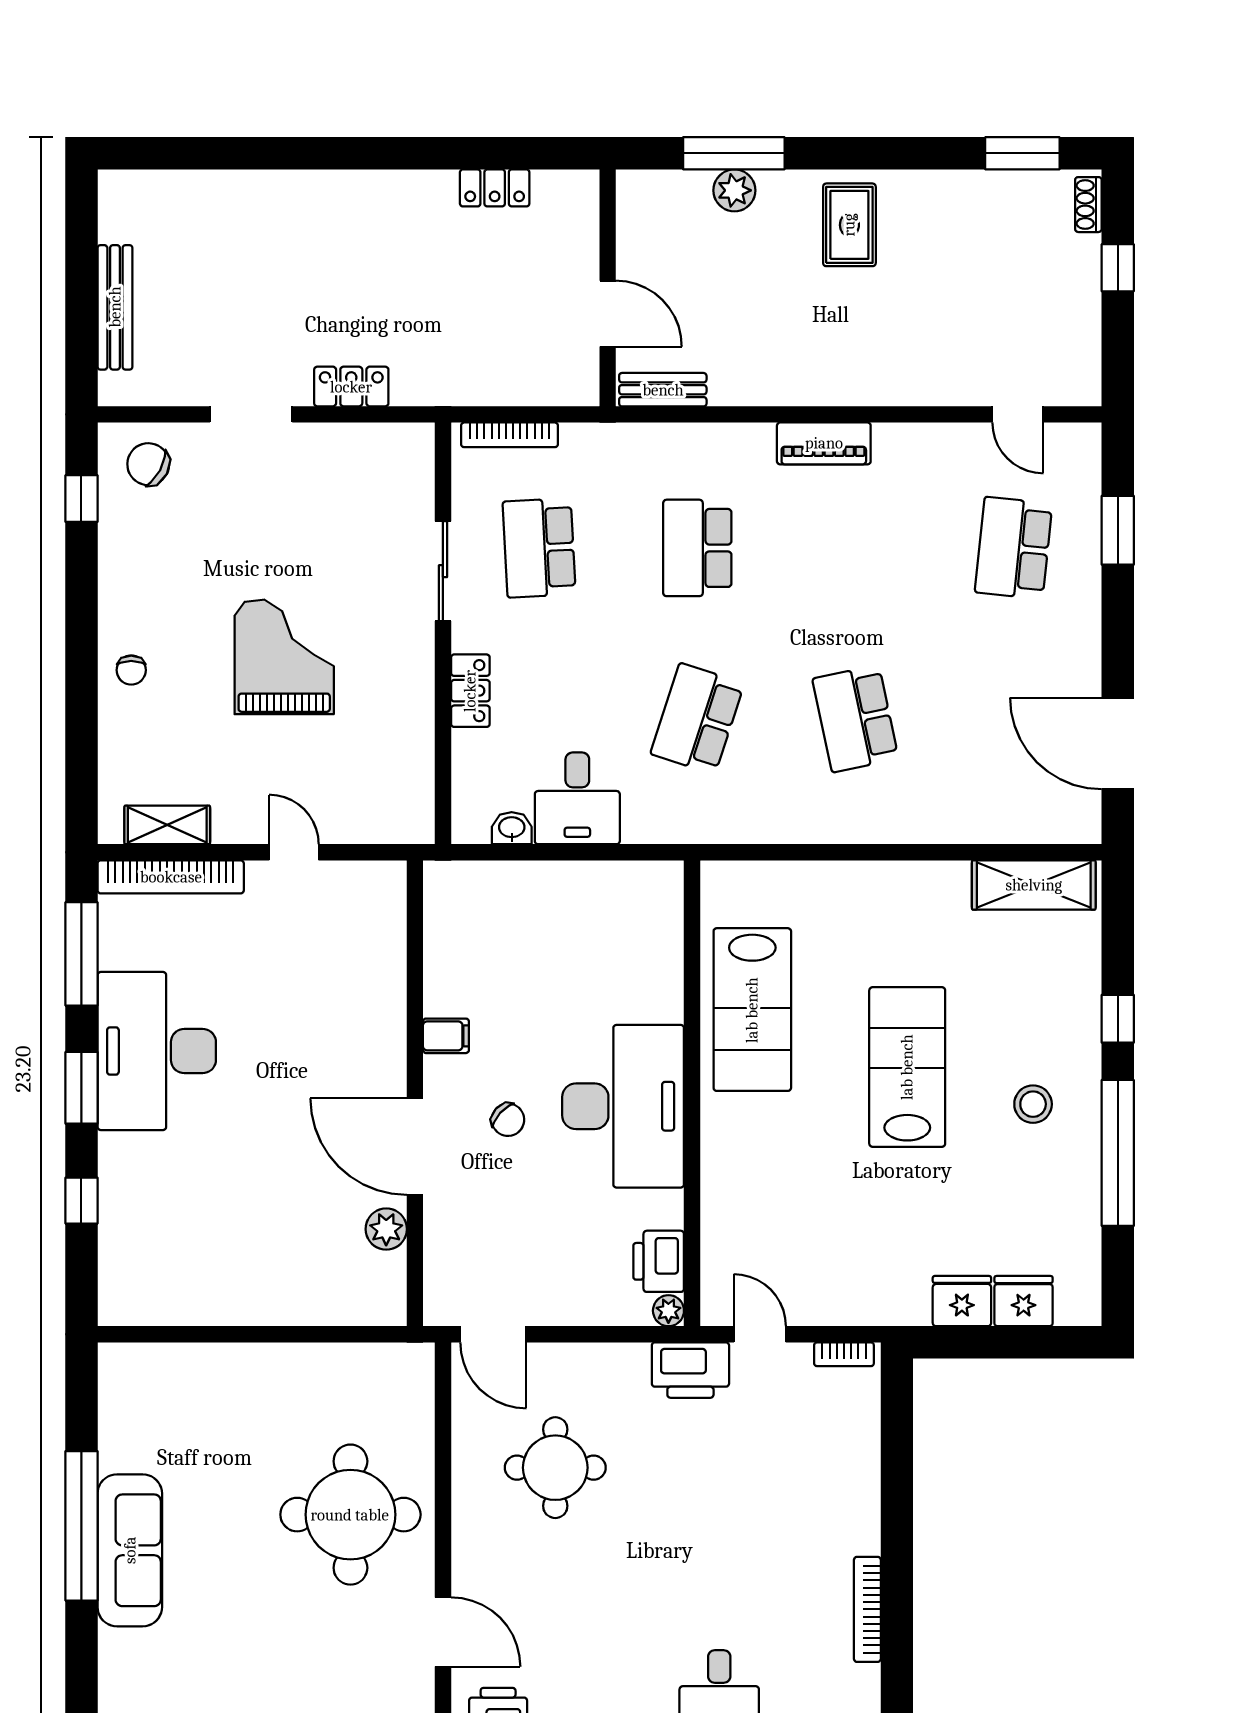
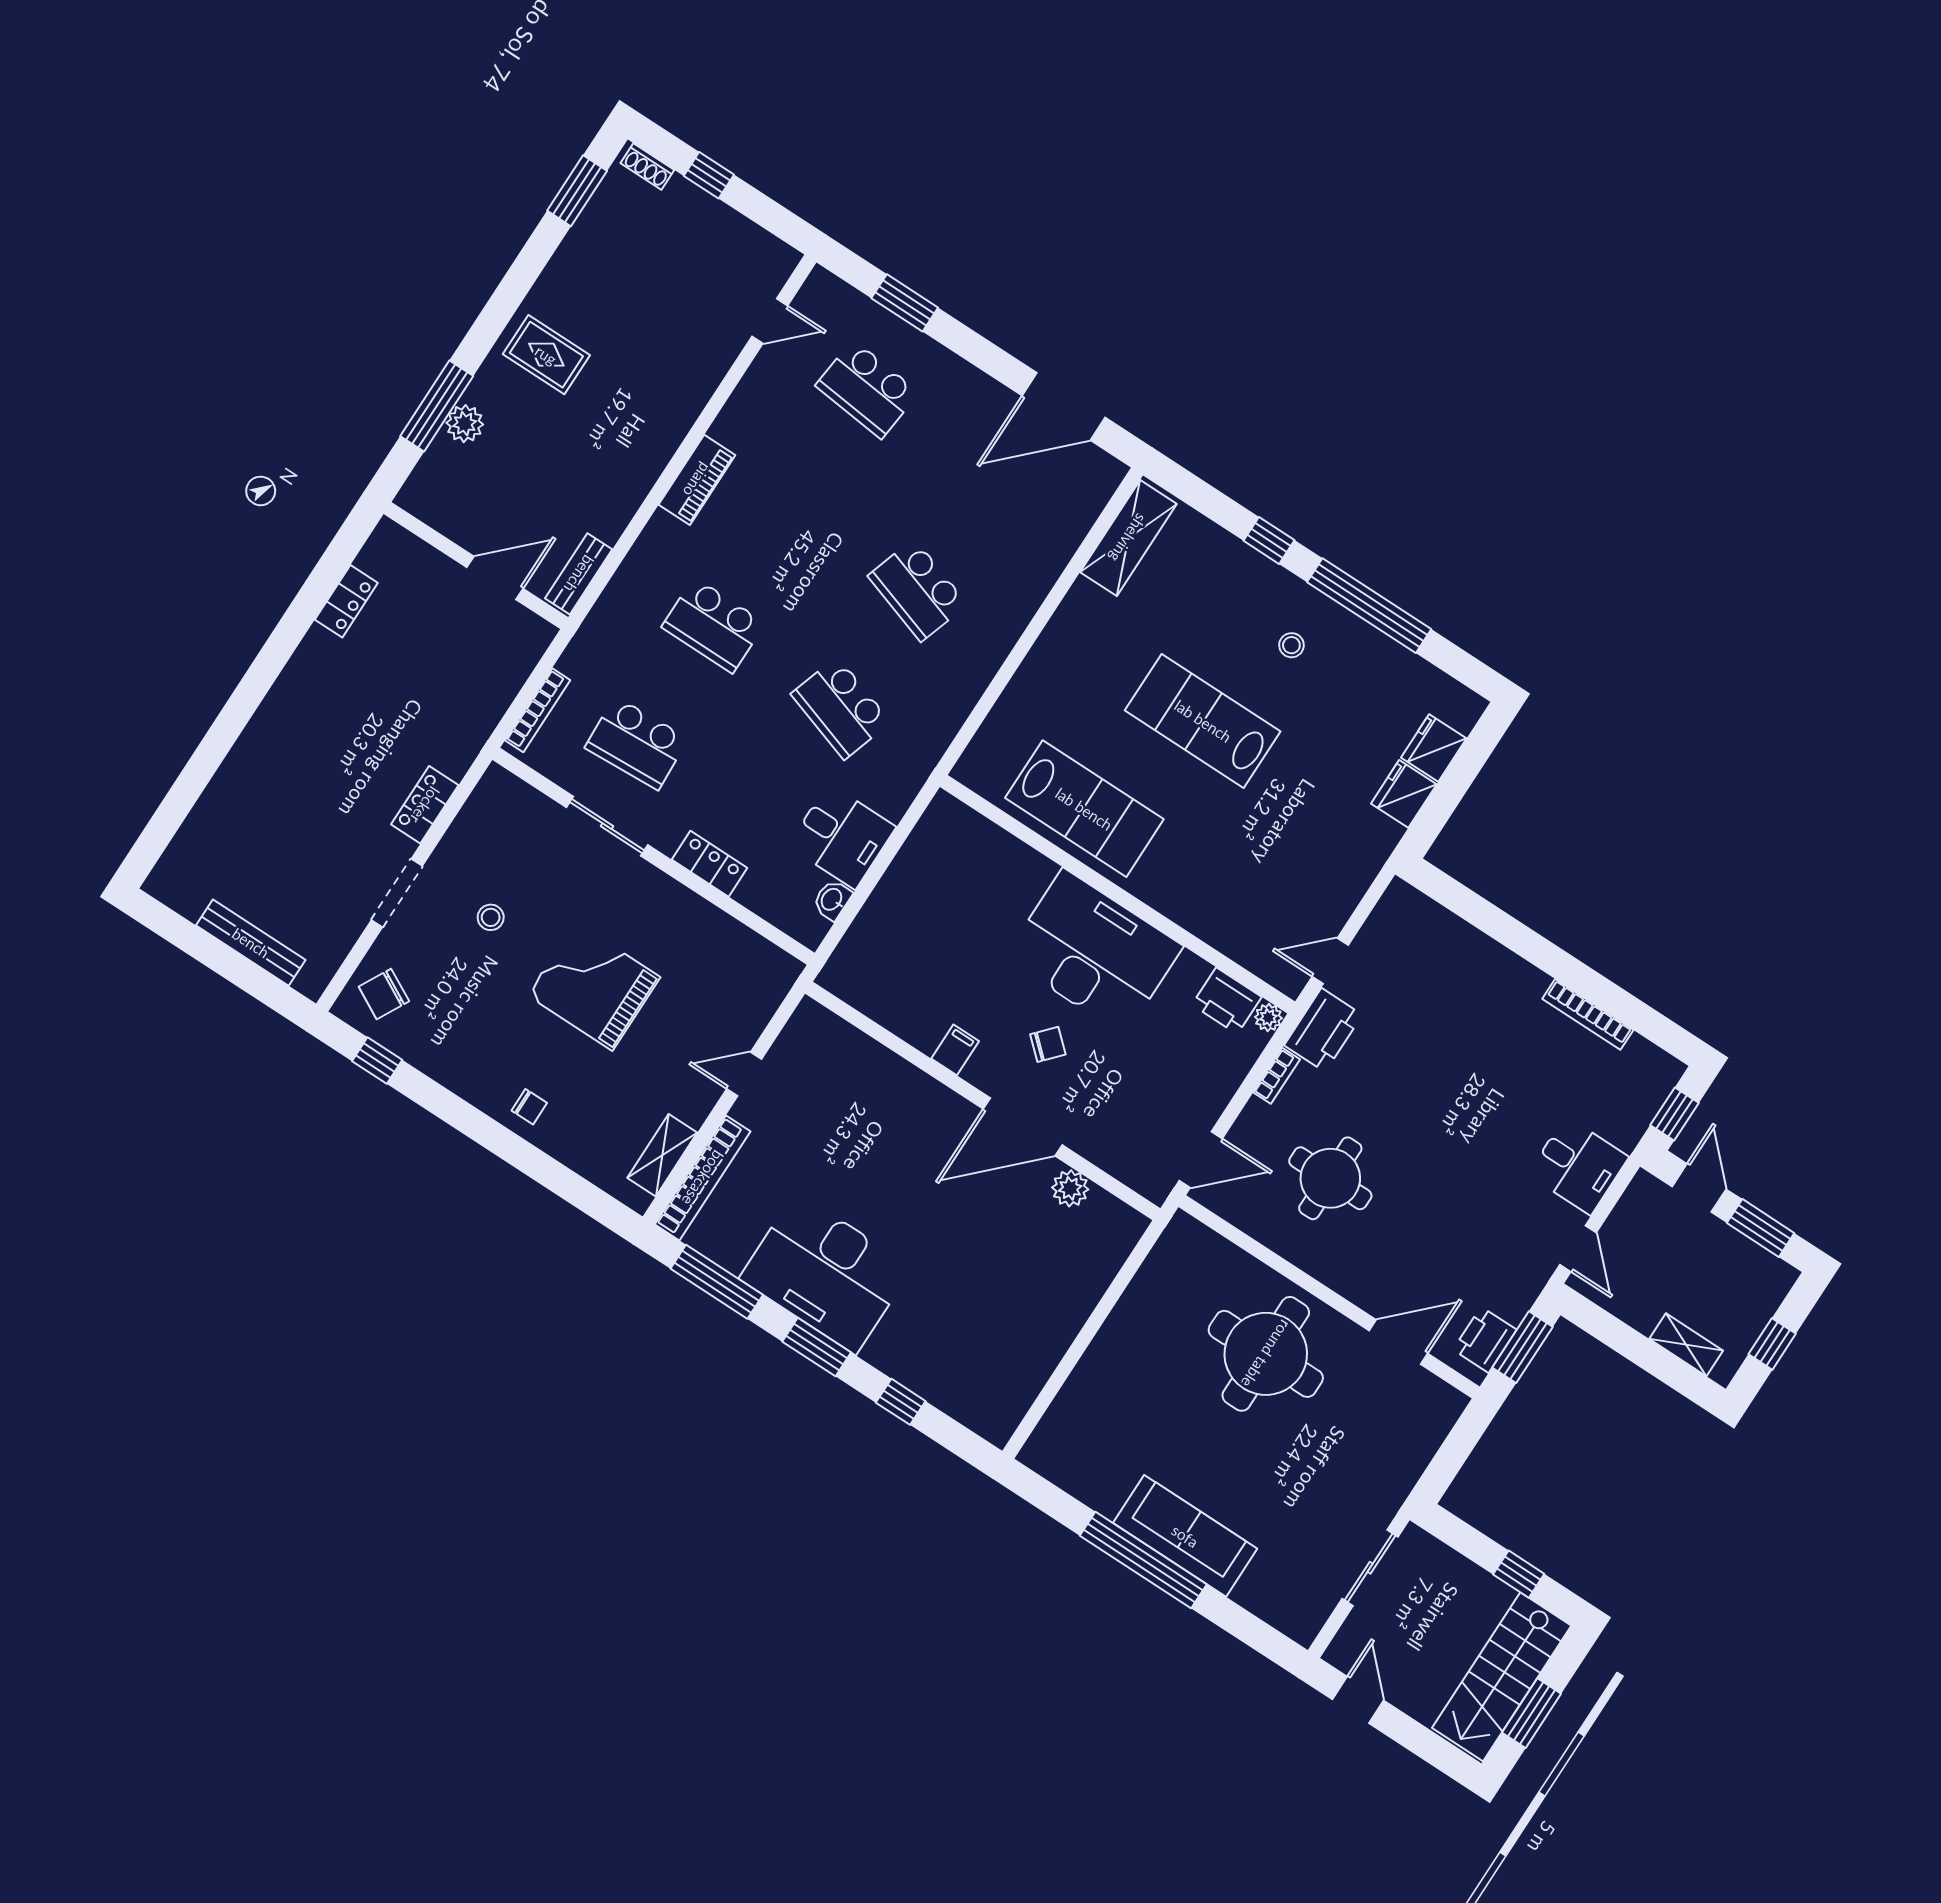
stool: (286, 518) -> (491, 917), added
school desk: (855, 719) -> (918, 590), turned 30
stool: (1033, 1104) -> (1291, 645), width x0.73, depth x0.73
bookcase: (844, 1354) -> (1277, 1076), moved

